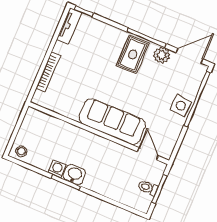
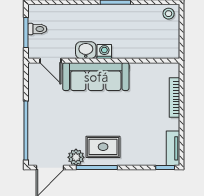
rug: (133, 54) -> (103, 147), turned 90
side table: (181, 106) -> (39, 118), removed
washing machine: (57, 169) -> (104, 51), moved, turned 180
washbasin: (74, 175) -> (86, 50), moved, turned 180

